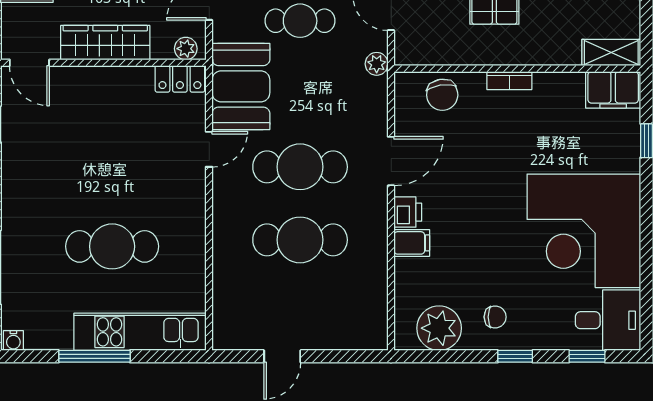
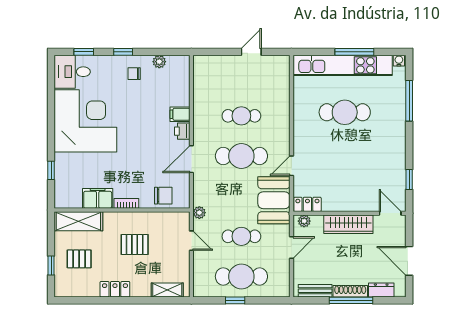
shelving: (611, 53) -> (78, 221), width x1.50, depth x1.33
filing cabinet: (613, 90) -> (98, 198), moved
chair: (442, 95) -> (163, 196), turned 99
cafe table: (300, 240) -> (241, 116), width x0.73, depth x0.74
plant: (439, 328) -> (159, 62), width x0.53, depth x0.53
kitchen unit: (140, 332) -> (343, 65), width x1.36

